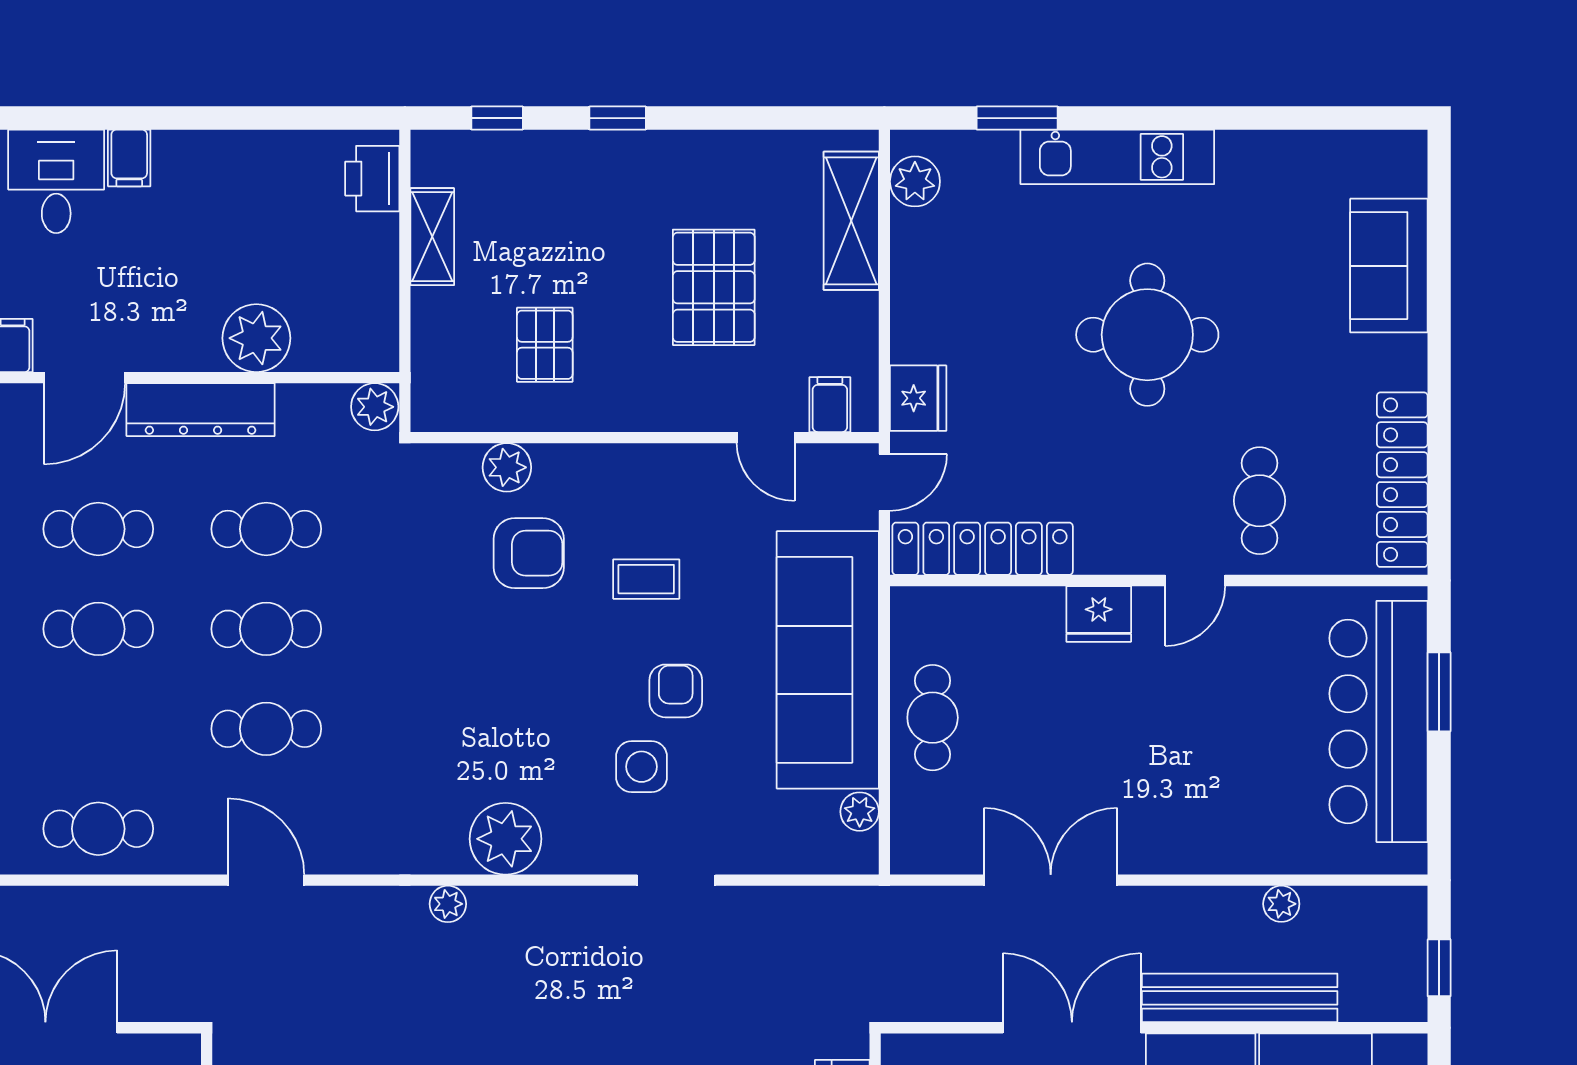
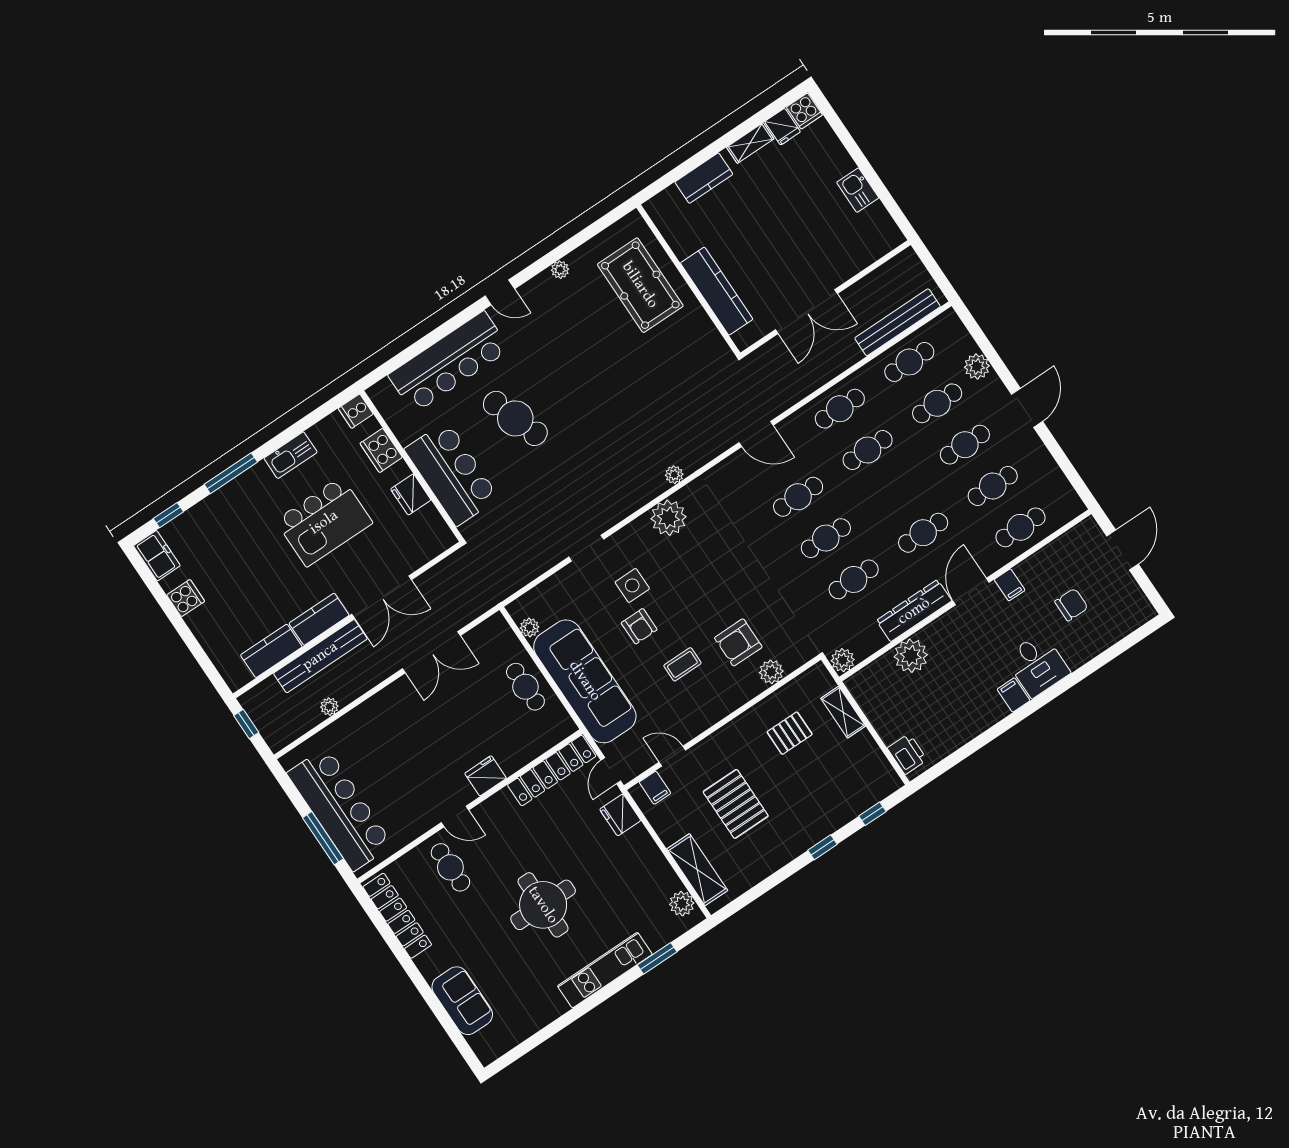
shelving: (432, 237) -> (843, 712), moved
pallet: (545, 345) -> (790, 733), turned 90
door: (1195, 580) -> (455, 816), swing flipped
cafe table: (98, 629) -> (868, 450), moved
window: (1439, 692) -> (323, 838), width x1.44

